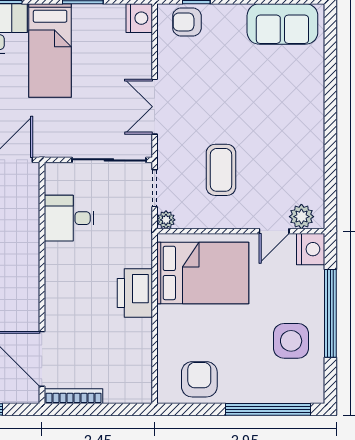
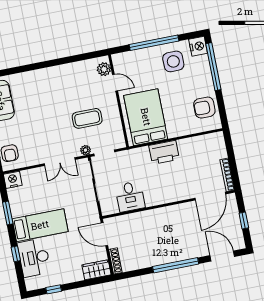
plant: (166, 220) -> (86, 150), moved
nightstand: (311, 249) -> (198, 46), moved, turned 90

